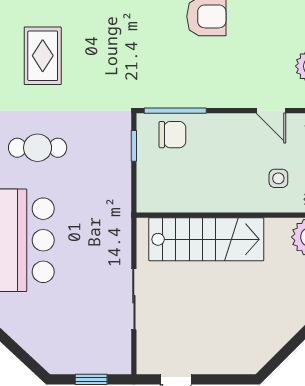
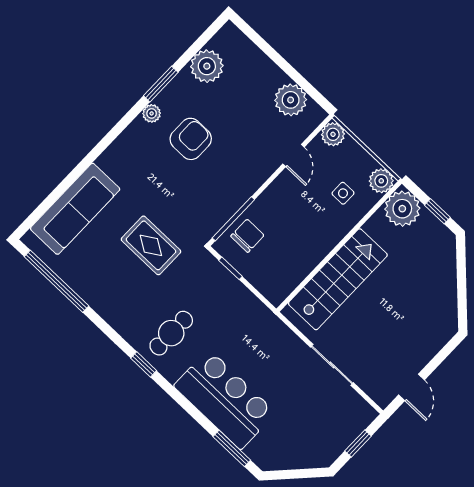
rug: (43, 56) -> (151, 245), moved
door: (271, 111) -> (293, 156), hinge flipped

